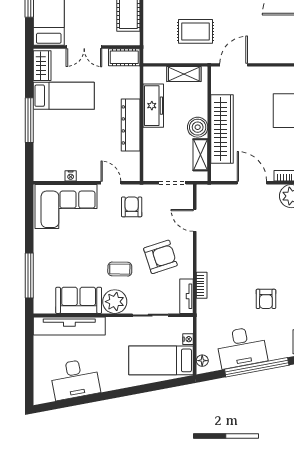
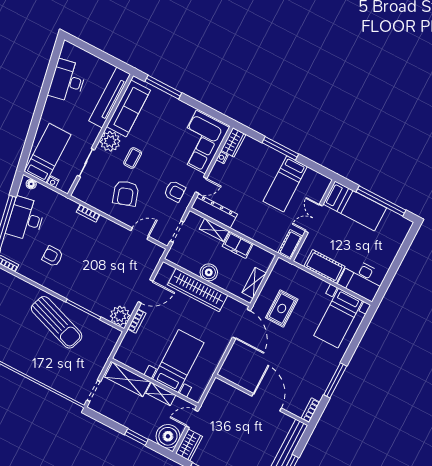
door: (234, 65) -> (242, 324), width x1.36
wardrobe: (42, 66) -> (233, 142), moved, turned -90
freezer: (153, 106) -> (238, 245), width x0.71
dresser: (131, 125) -> (214, 211), moved
shelving: (200, 155) -> (214, 230), moved
tv unit: (187, 296) -> (86, 198), removed
sofa: (79, 300) -> (128, 108), width x1.36

